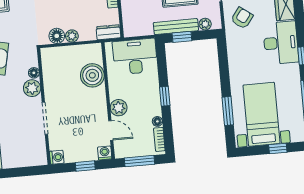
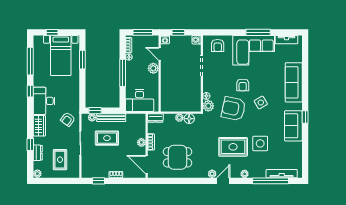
window: (182, 37) -> (95, 111), moved
boiler: (92, 75) -> (168, 91), removed
plant: (32, 88) -> (208, 106), moved
window: (165, 96) -> (123, 73), width x2.17
armchair: (24, 151) -> (218, 45), added

